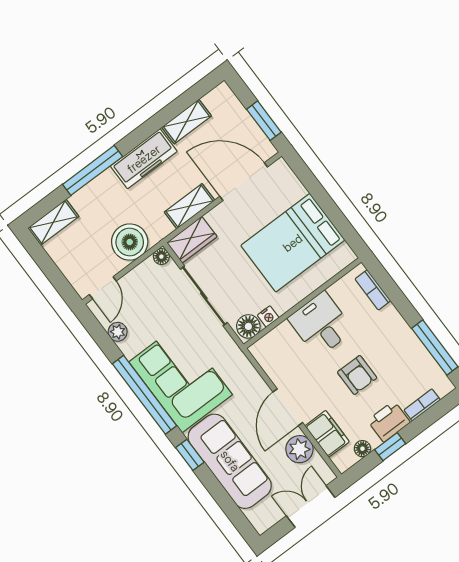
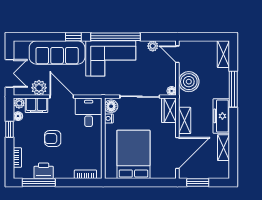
desk: (321, 324) -> (89, 112), moved, turned -90
printer: (389, 421) -> (44, 171), moved, turned -90
plant: (343, 461) -> (19, 103), added

